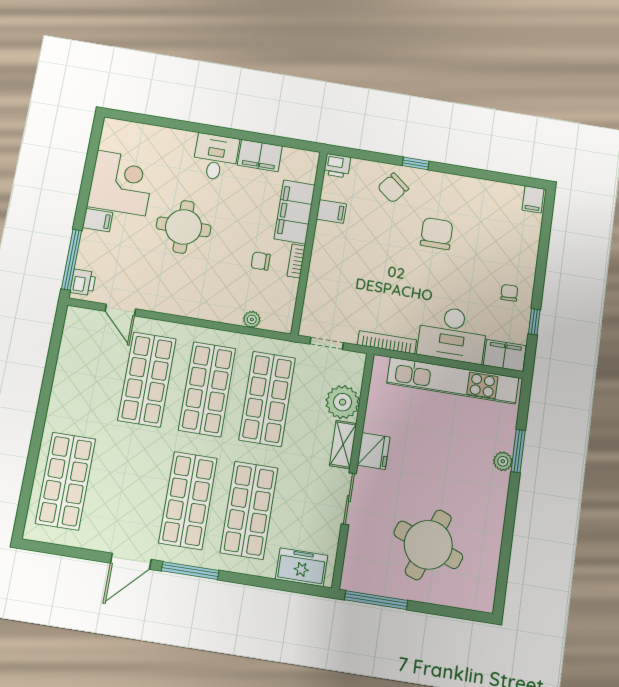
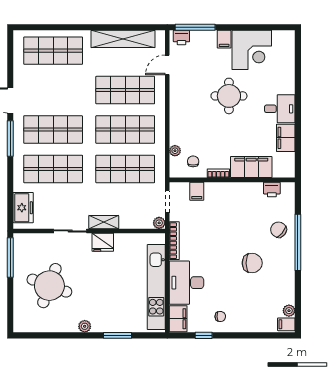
window: (416, 163) -> (298, 242), width x3.17
printer: (337, 166) -> (272, 190), moved, turned -90
plant: (514, 192) -> (289, 311), added
filing cabinet: (331, 211) -> (197, 191), moved
chair: (261, 261) -> (193, 161), moved
shelving: (68, 370) -> (123, 39), added
plant: (343, 402) -> (159, 223), moved, width x0.53, depth x0.53
plant: (503, 461) -> (85, 326), moved

